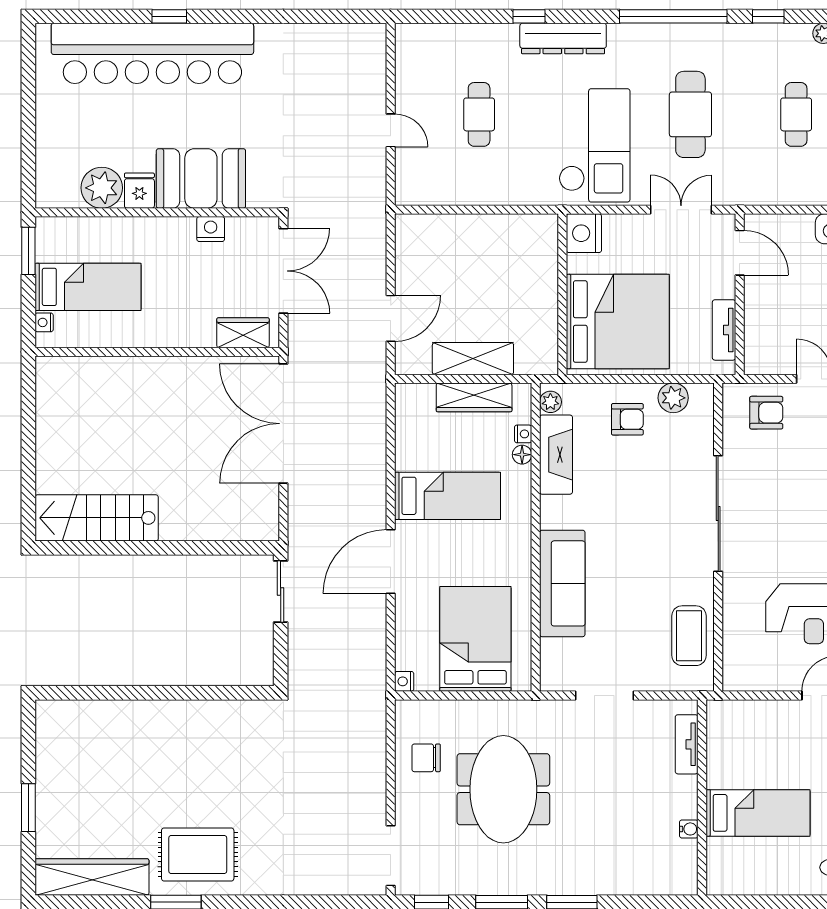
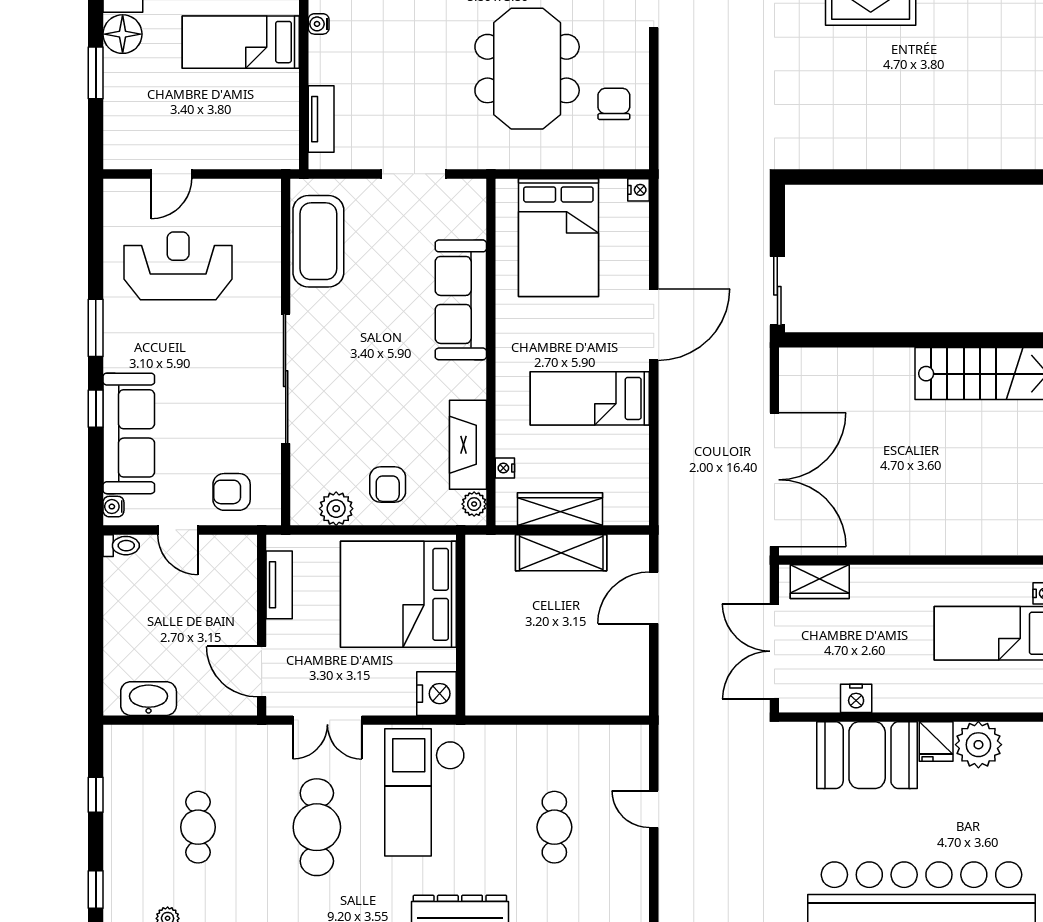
armchair: (627, 419) -> (388, 484), turned -90
floor lamp: (522, 455) -> (506, 445), removed
coffee table: (689, 636) -> (318, 241), width x1.36, depth x1.32
chair: (426, 758) -> (614, 104), turned -90

